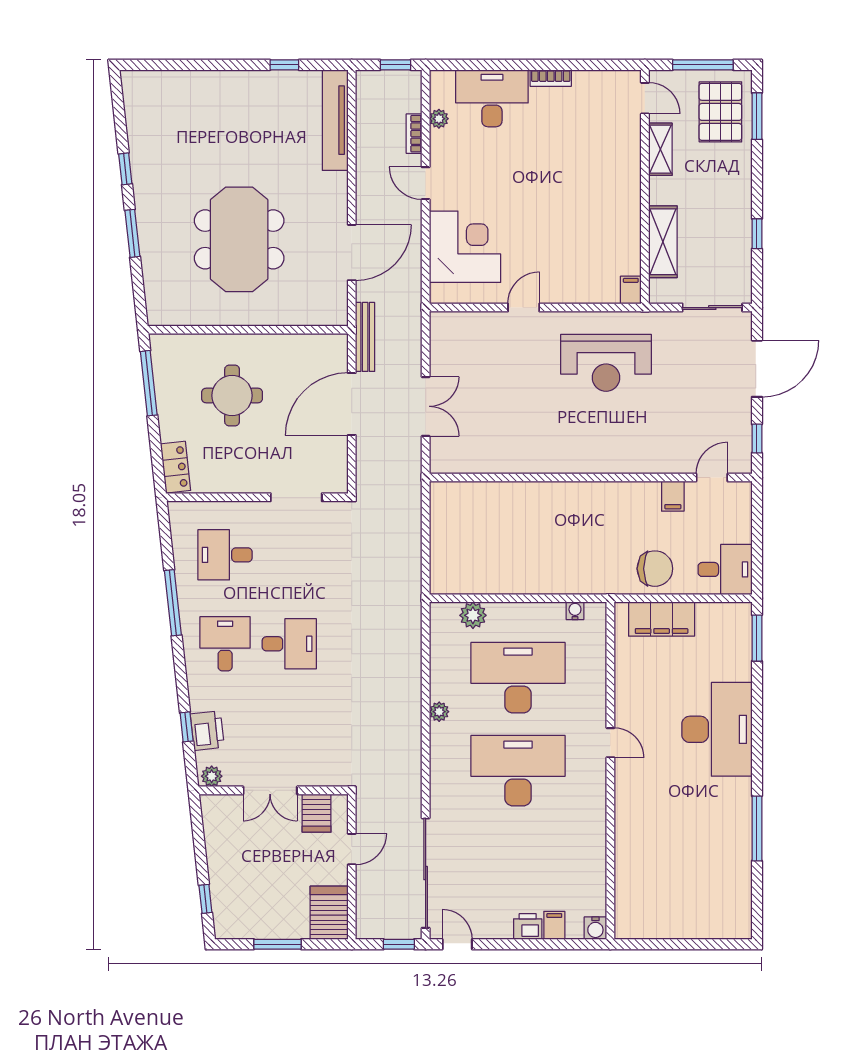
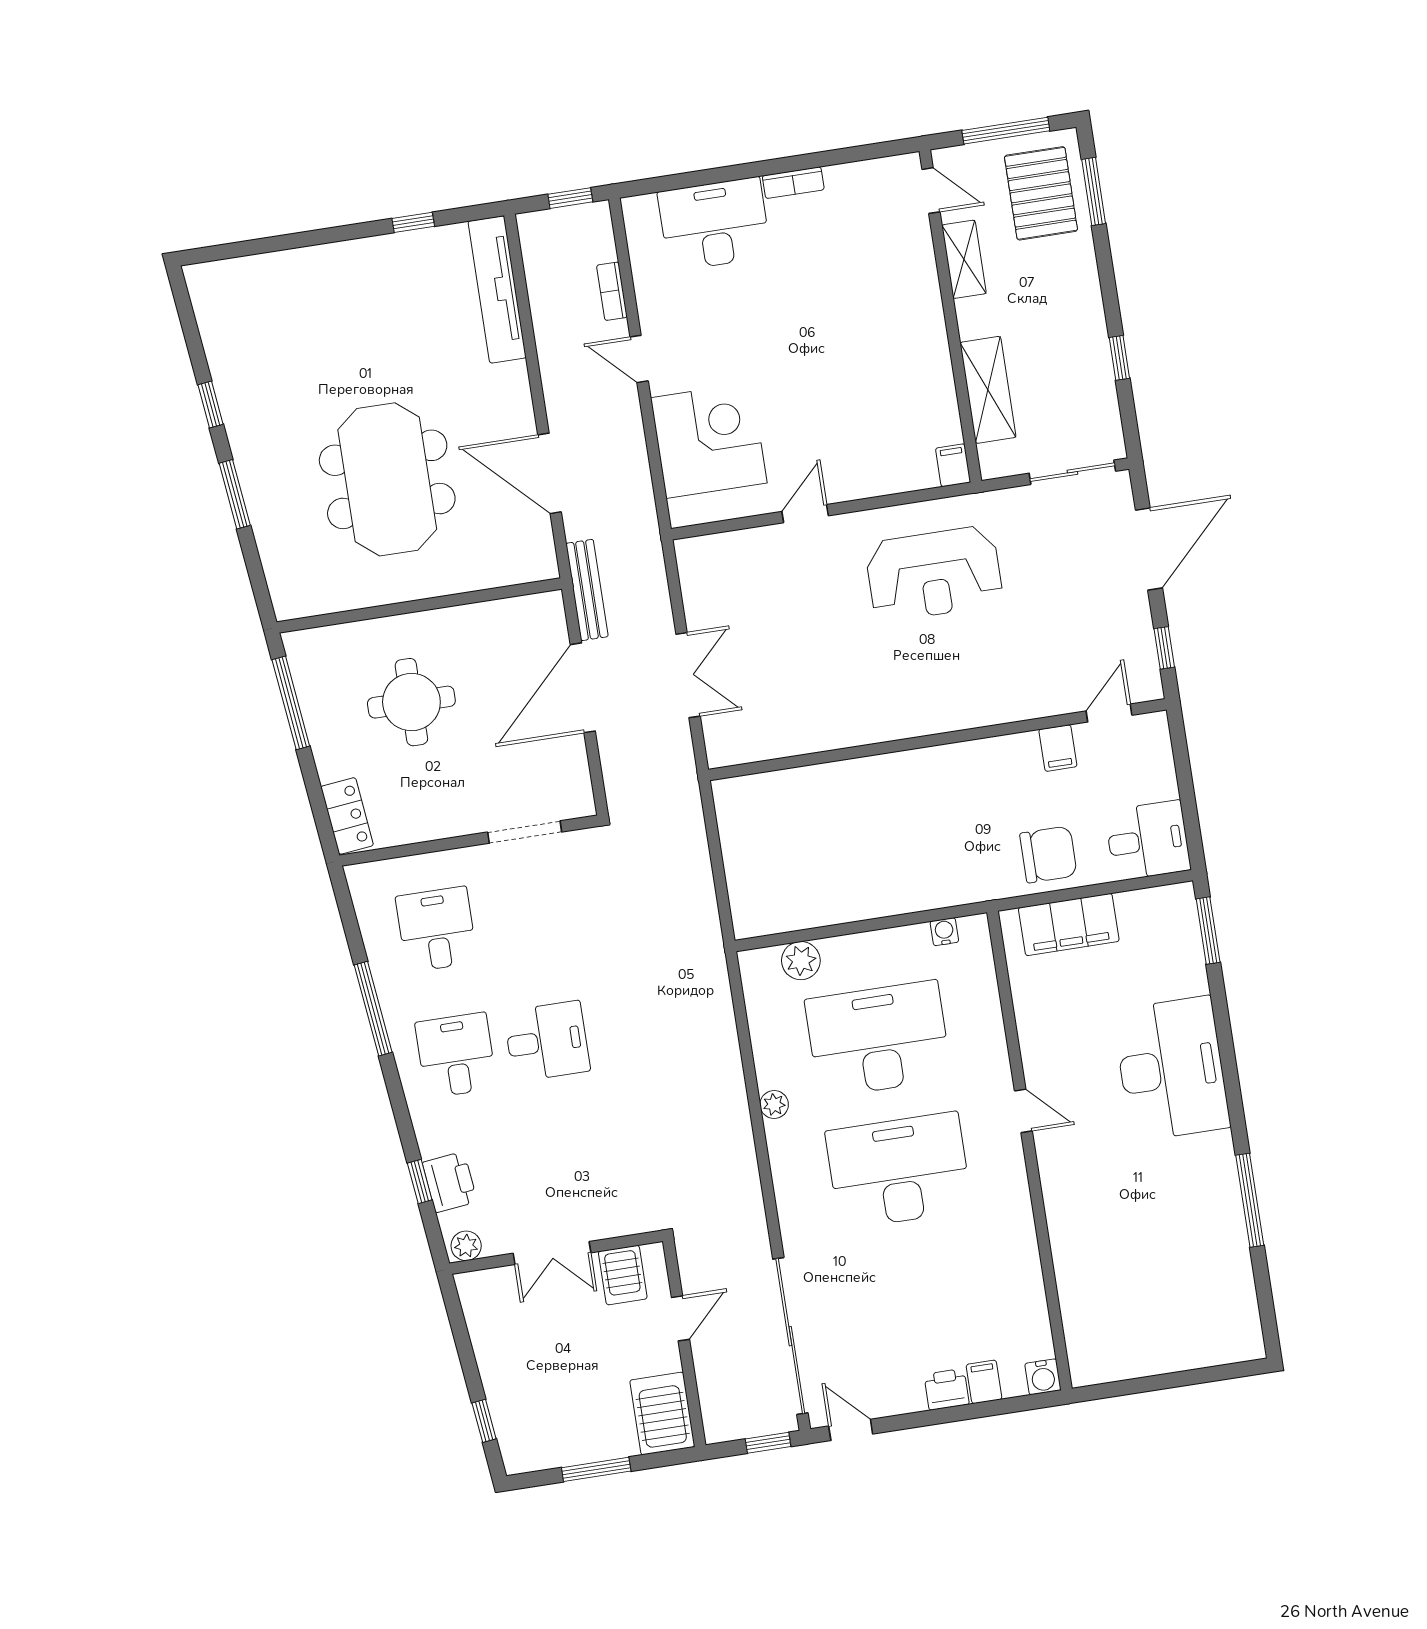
plant: (439, 119) -> (644, 265), removed
door: (352, 253) -> (550, 473), swing flipped
desk: (225, 555) -> (437, 929), turned 90

